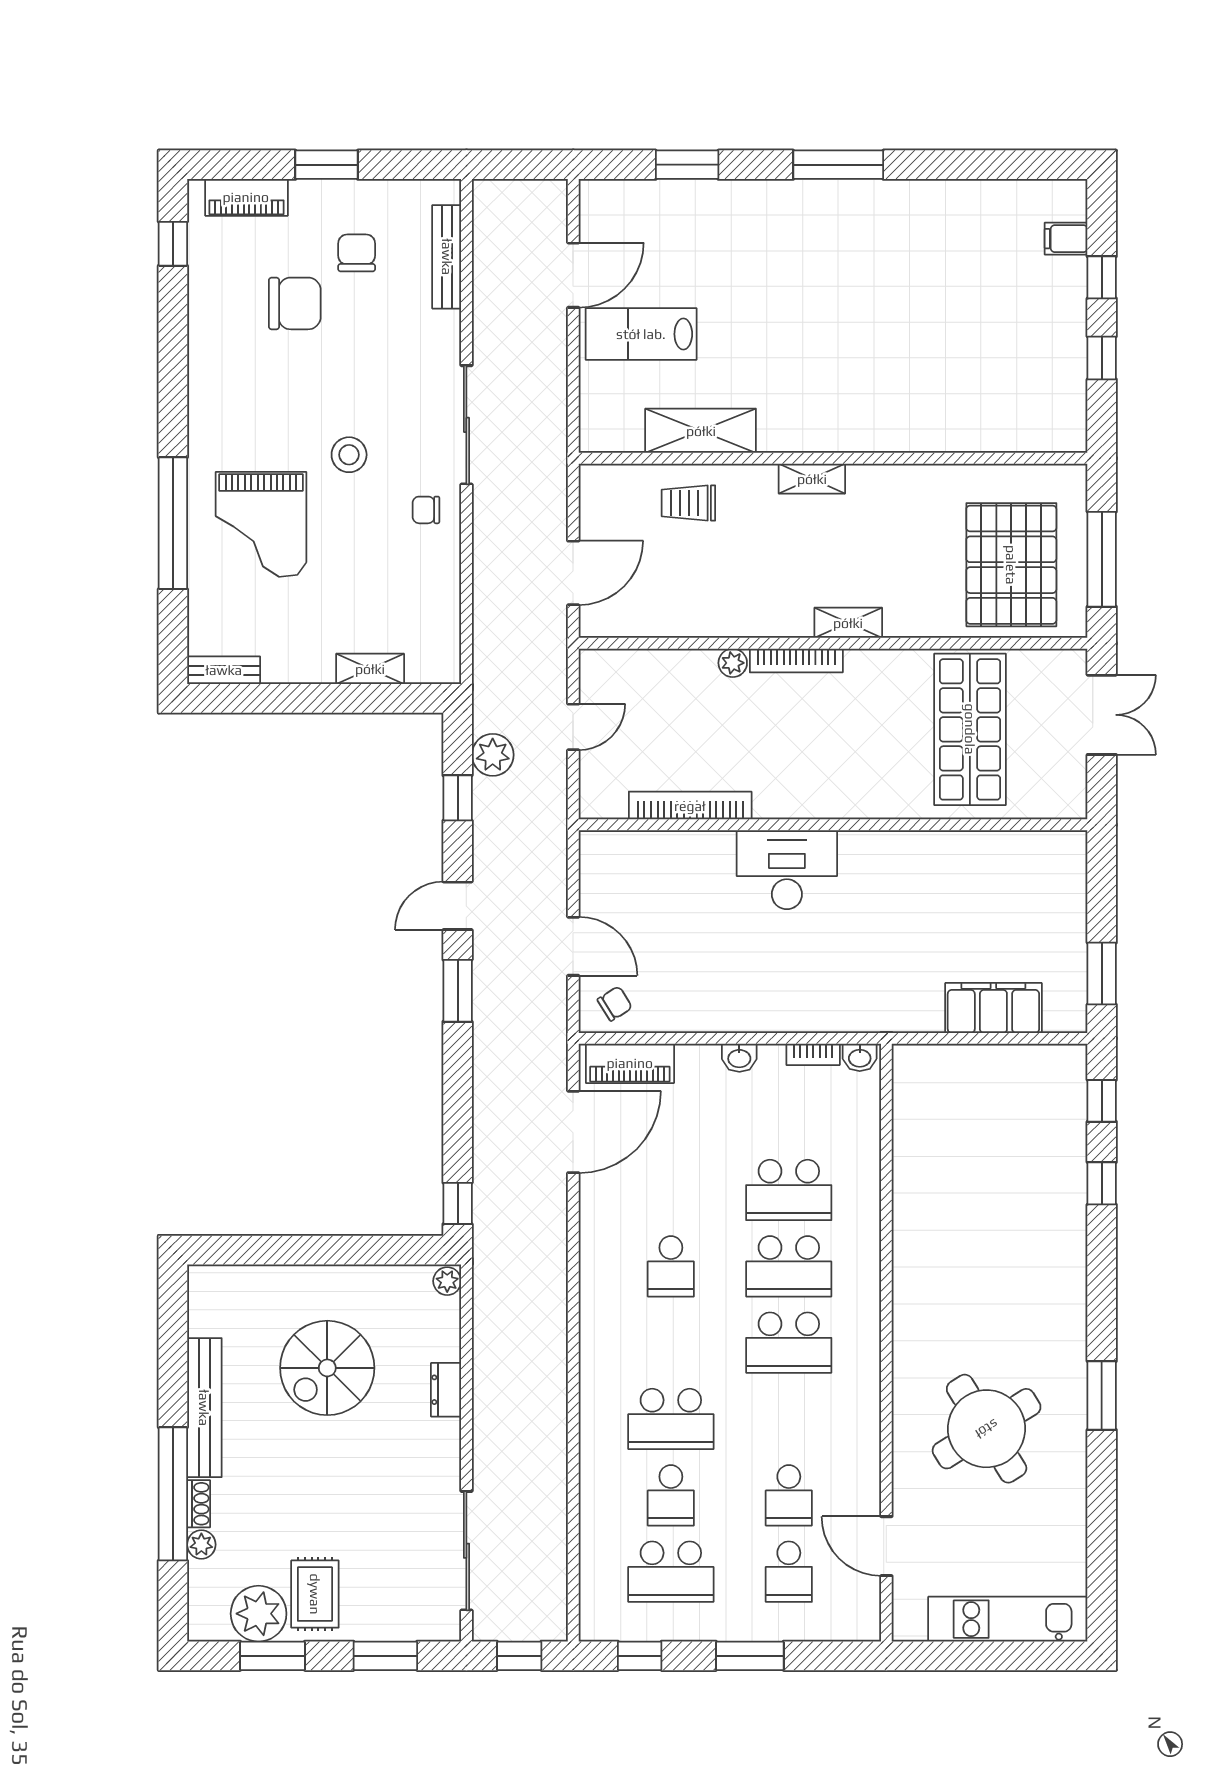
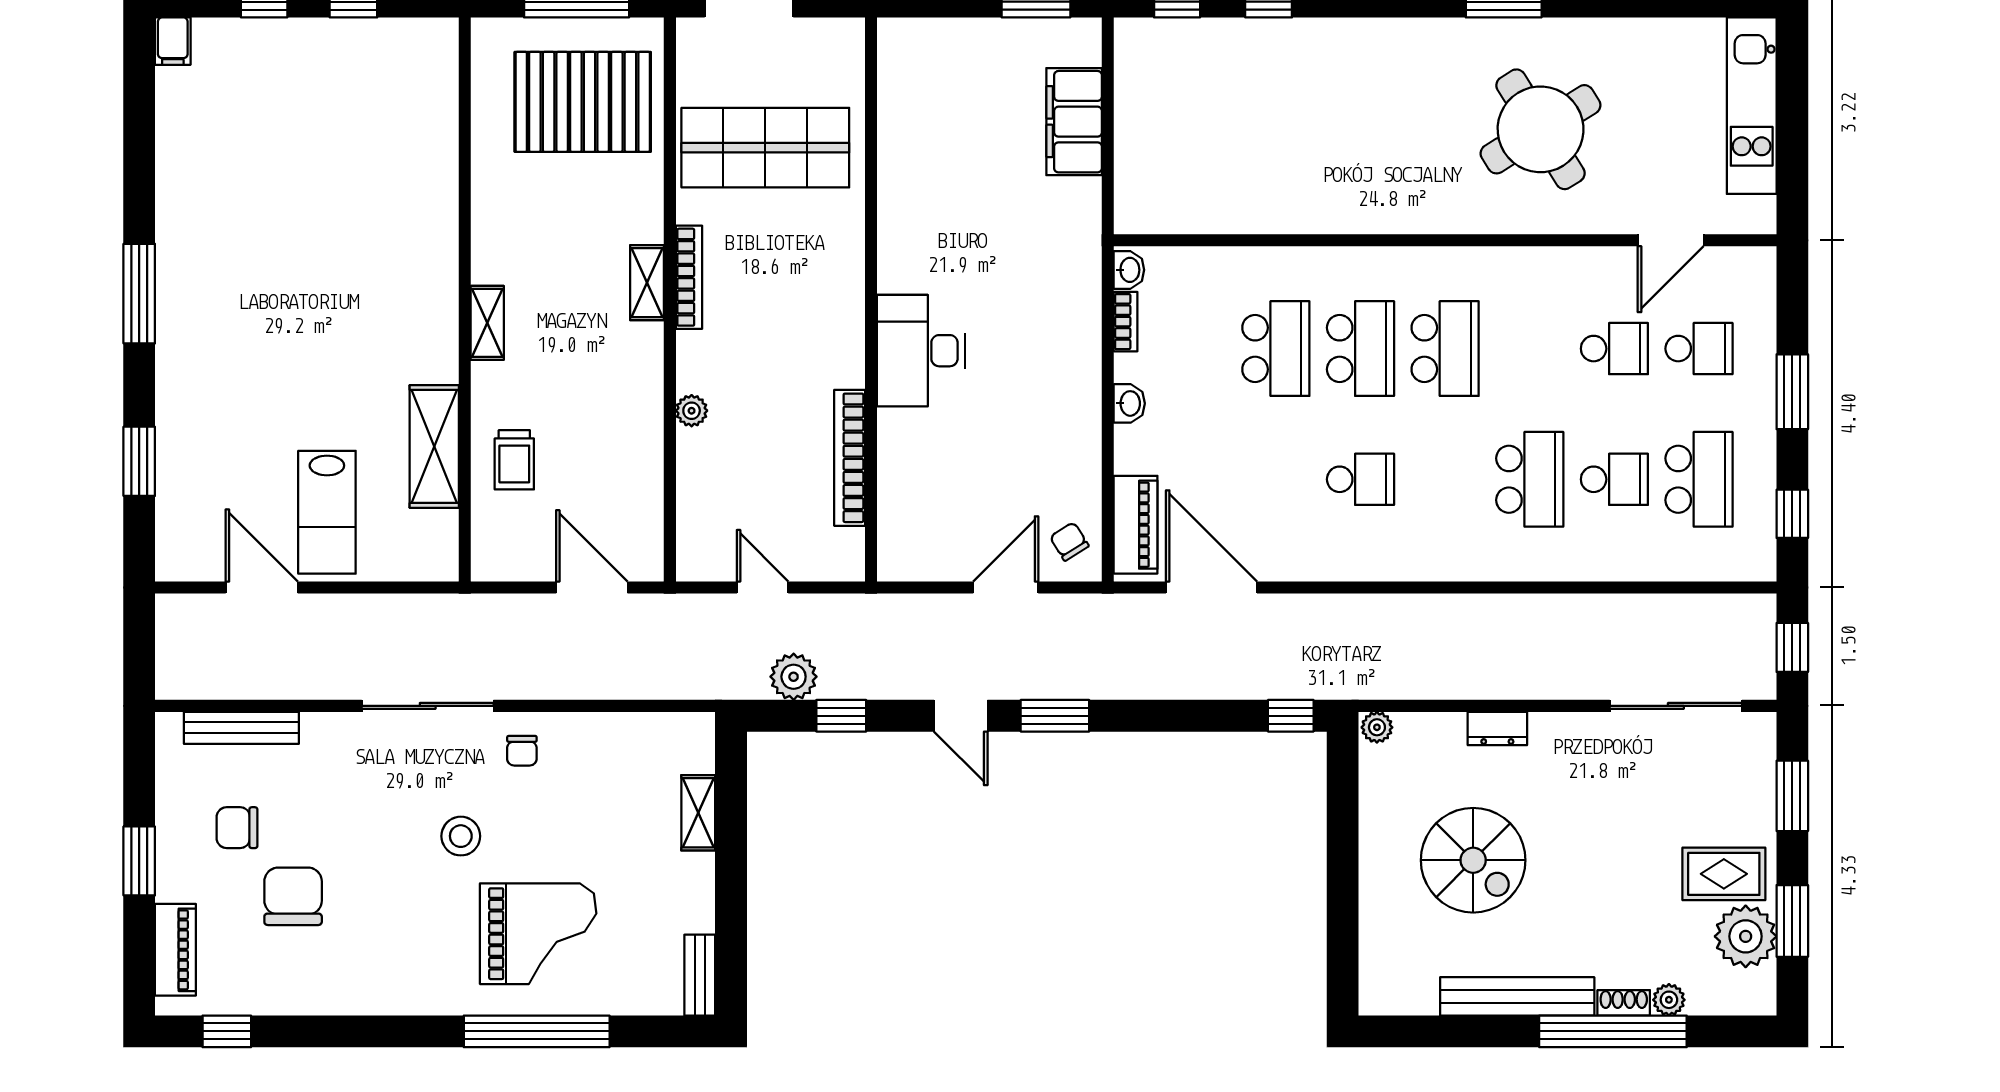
filing cabinet: (1066, 239) -> (173, 41), moved
bookcase: (796, 661) -> (689, 277), moved

